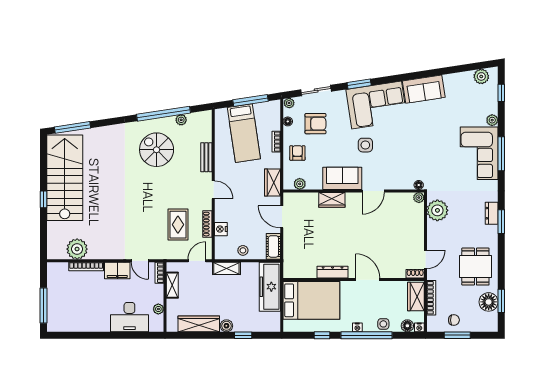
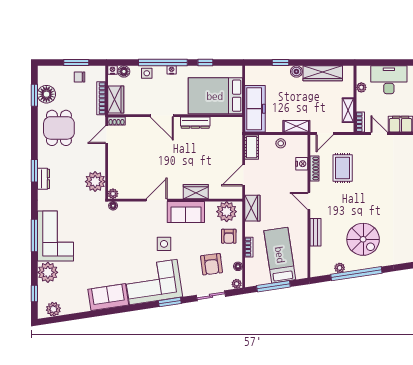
plant: (492, 120) -> (48, 272), width x1.88, depth x1.88
armchair: (315, 124) -> (212, 264), turned -97
plant: (300, 184) -> (227, 212), width x1.88, depth x1.88
door: (282, 217) -> (244, 175), swing flipped

